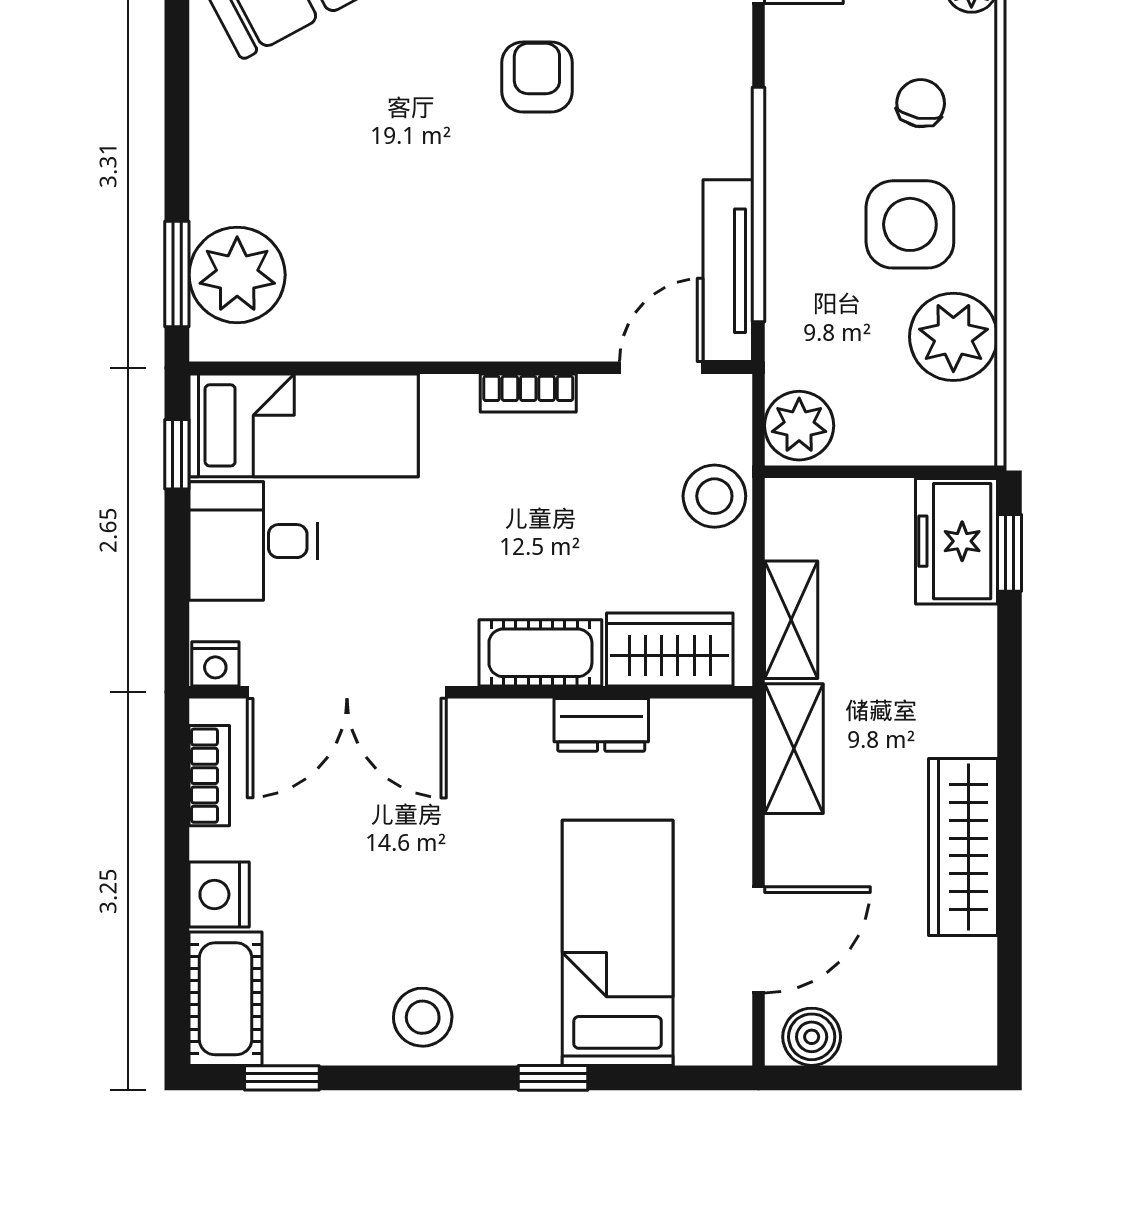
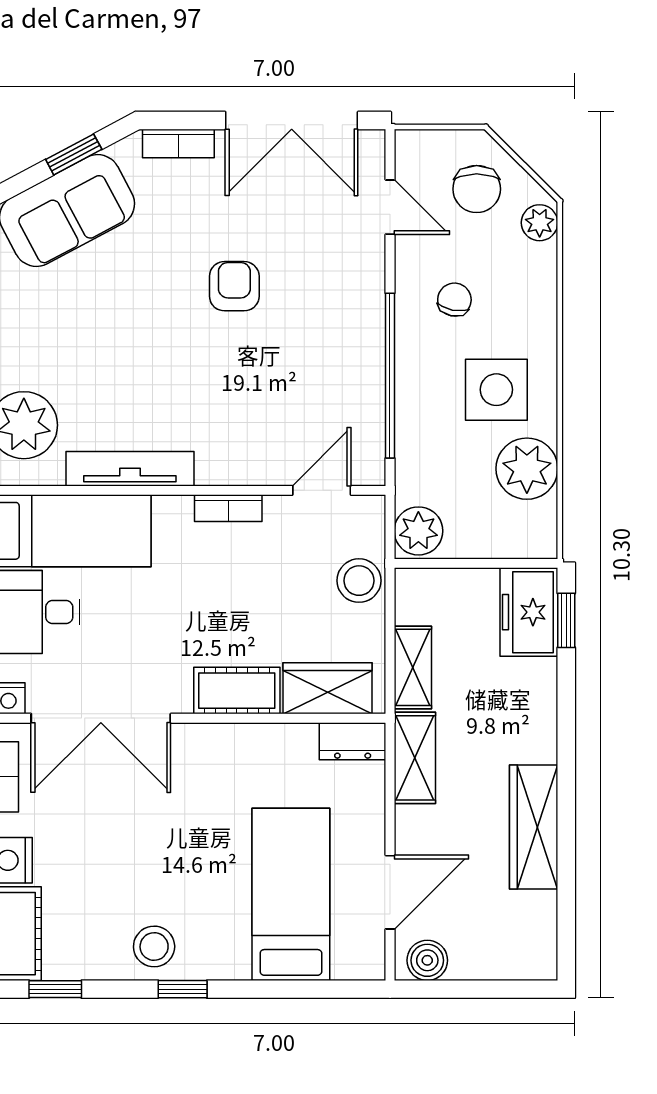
chair: (921, 103) -> (454, 300), moved
tv unit: (728, 271) -> (130, 469), moved, turned 90
dresser: (601, 725) -> (353, 741), moved
window: (553, 1078) -> (183, 989), moved

